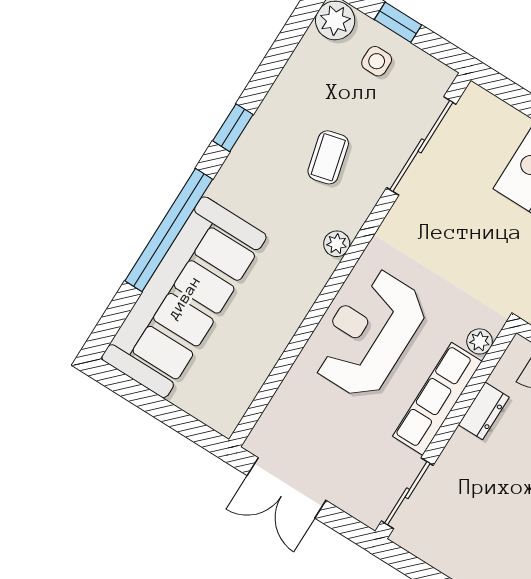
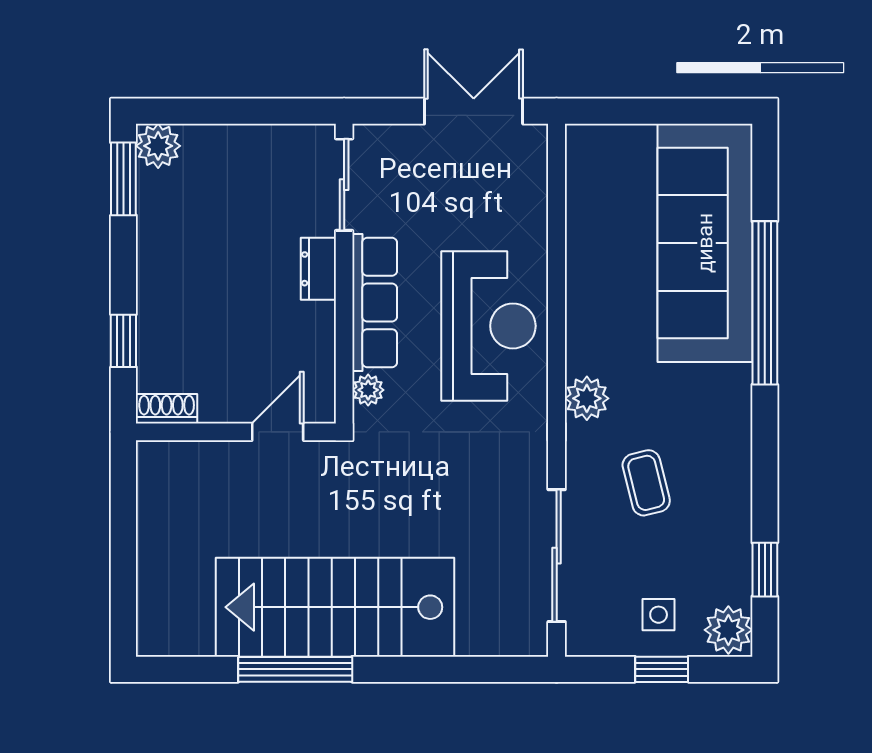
window: (233, 128) -> (765, 570), moved
plant: (337, 244) -> (587, 398), width x1.38, depth x1.38
dresser: (484, 411) -> (318, 269), moved

